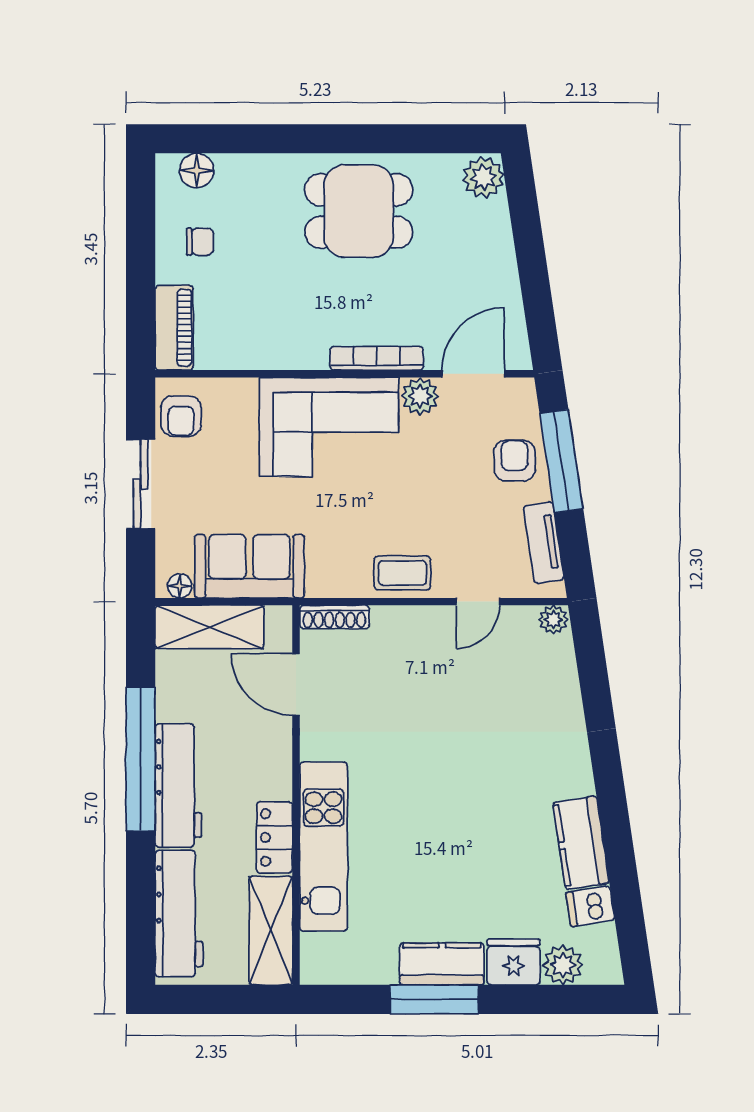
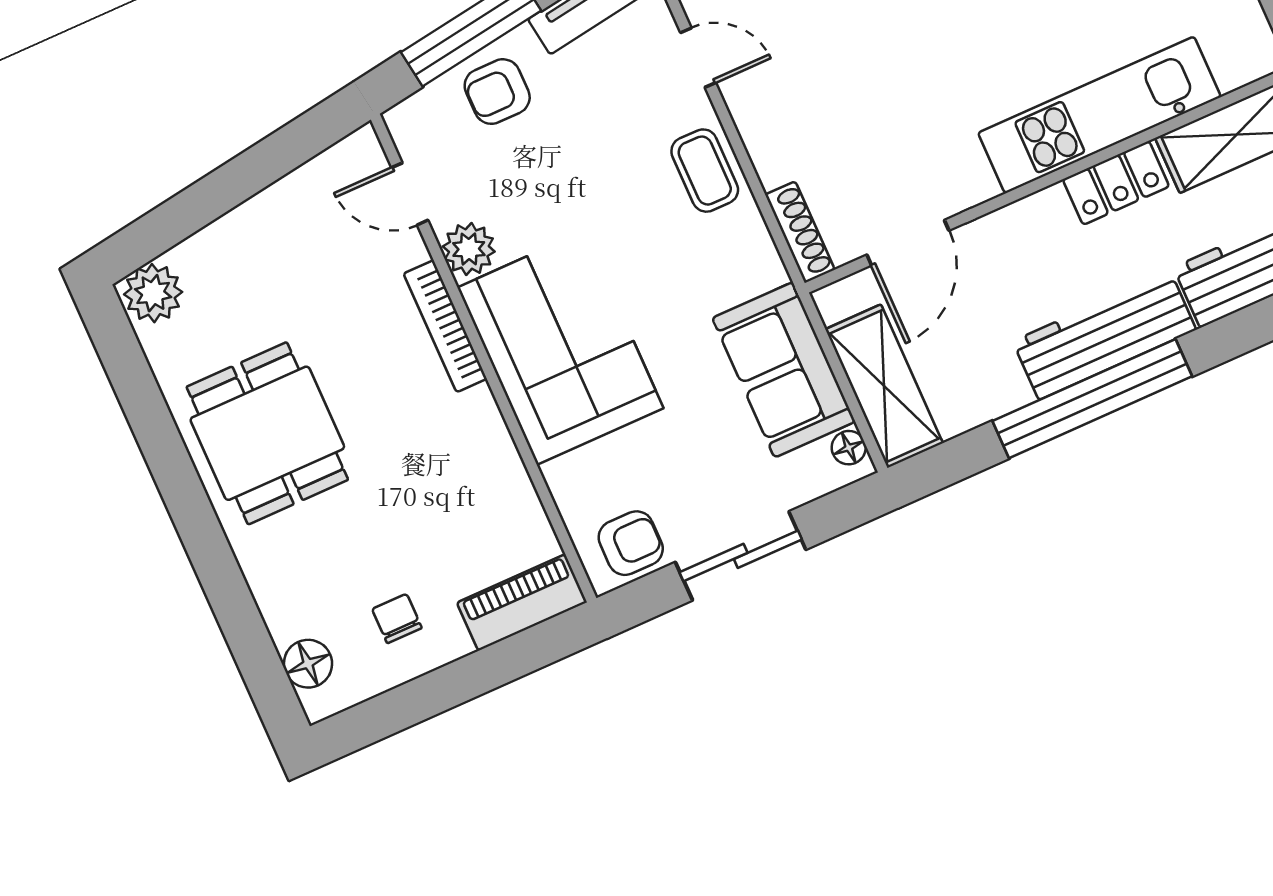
door: (473, 374) -> (410, 194), width x0.73

